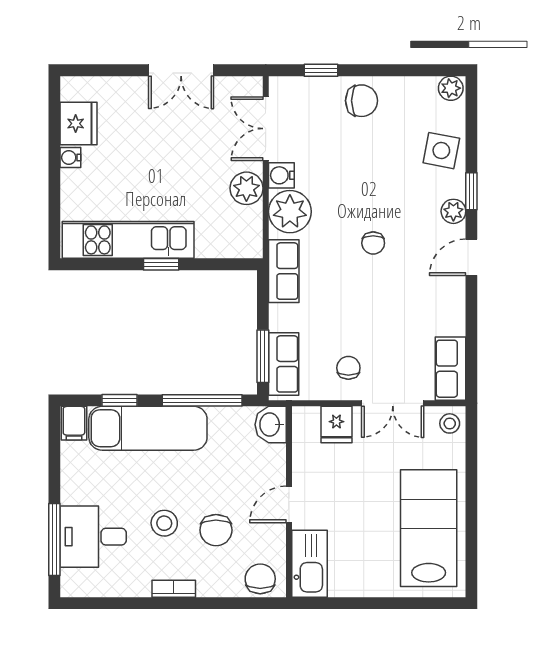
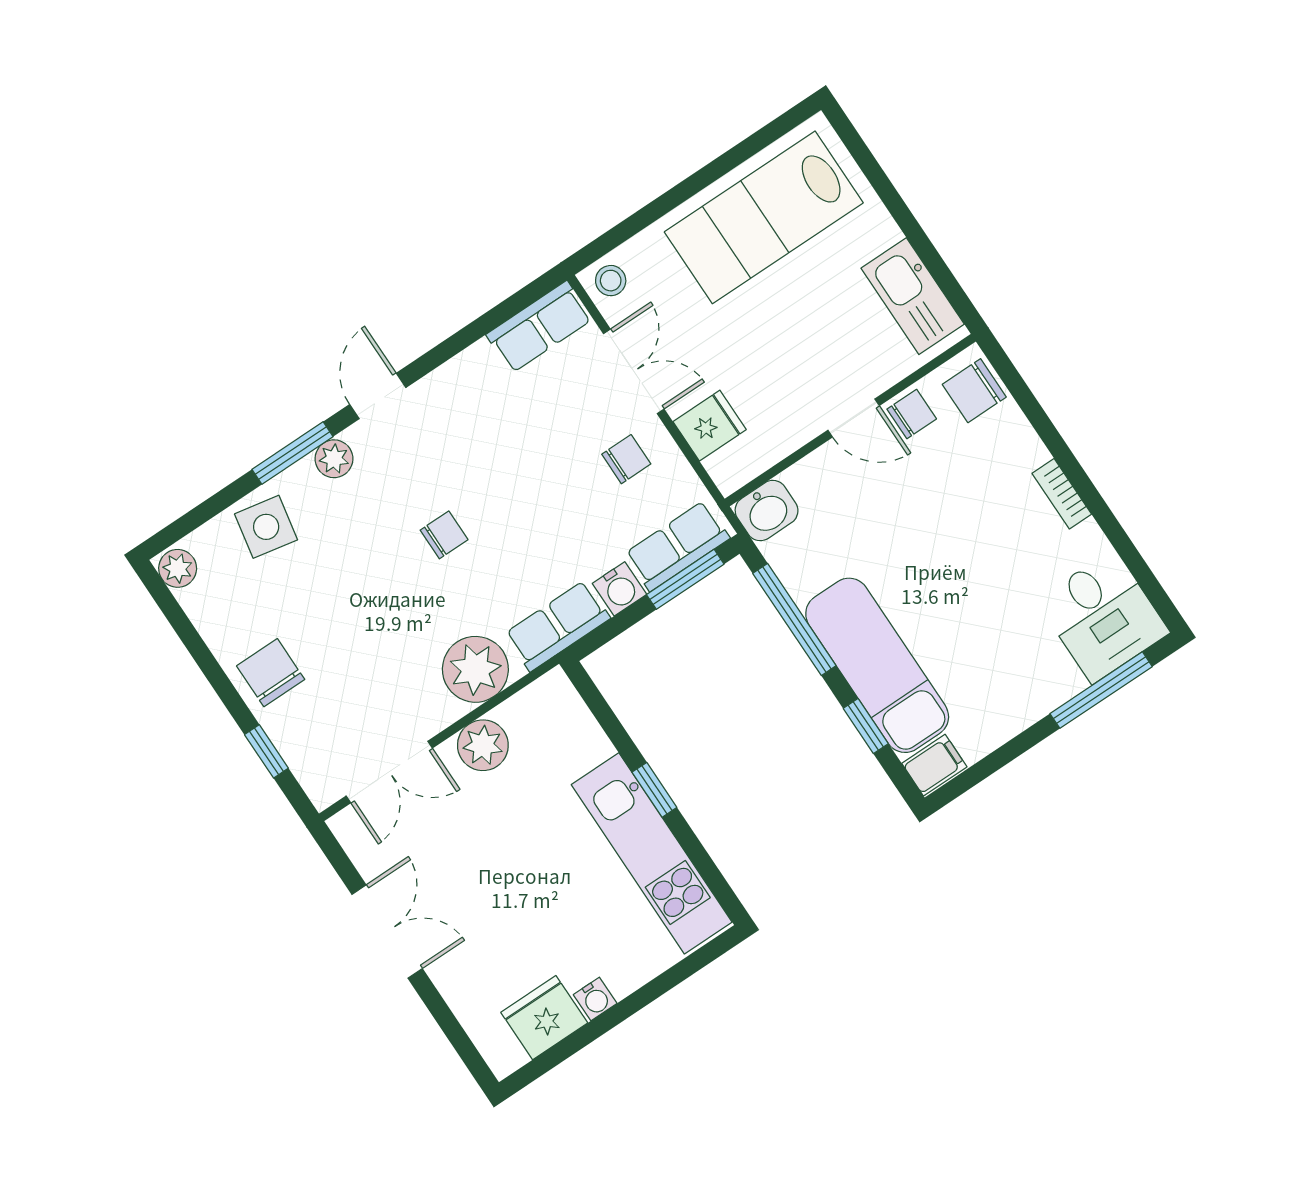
water cooler: (281, 175) -> (619, 589), moved
window: (471, 191) -> (293, 453), width x1.50
door: (471, 257) -> (378, 396), swing flipped
chair: (348, 368) -> (626, 459), turned 180
stool: (164, 523) -> (985, 562), removed
chair: (216, 530) -> (912, 414), moved, width x0.73, depth x0.73
desk: (93, 537) -> (1103, 616), moved
kitchen sink: (310, 564) -> (913, 296), moved, turned -90

